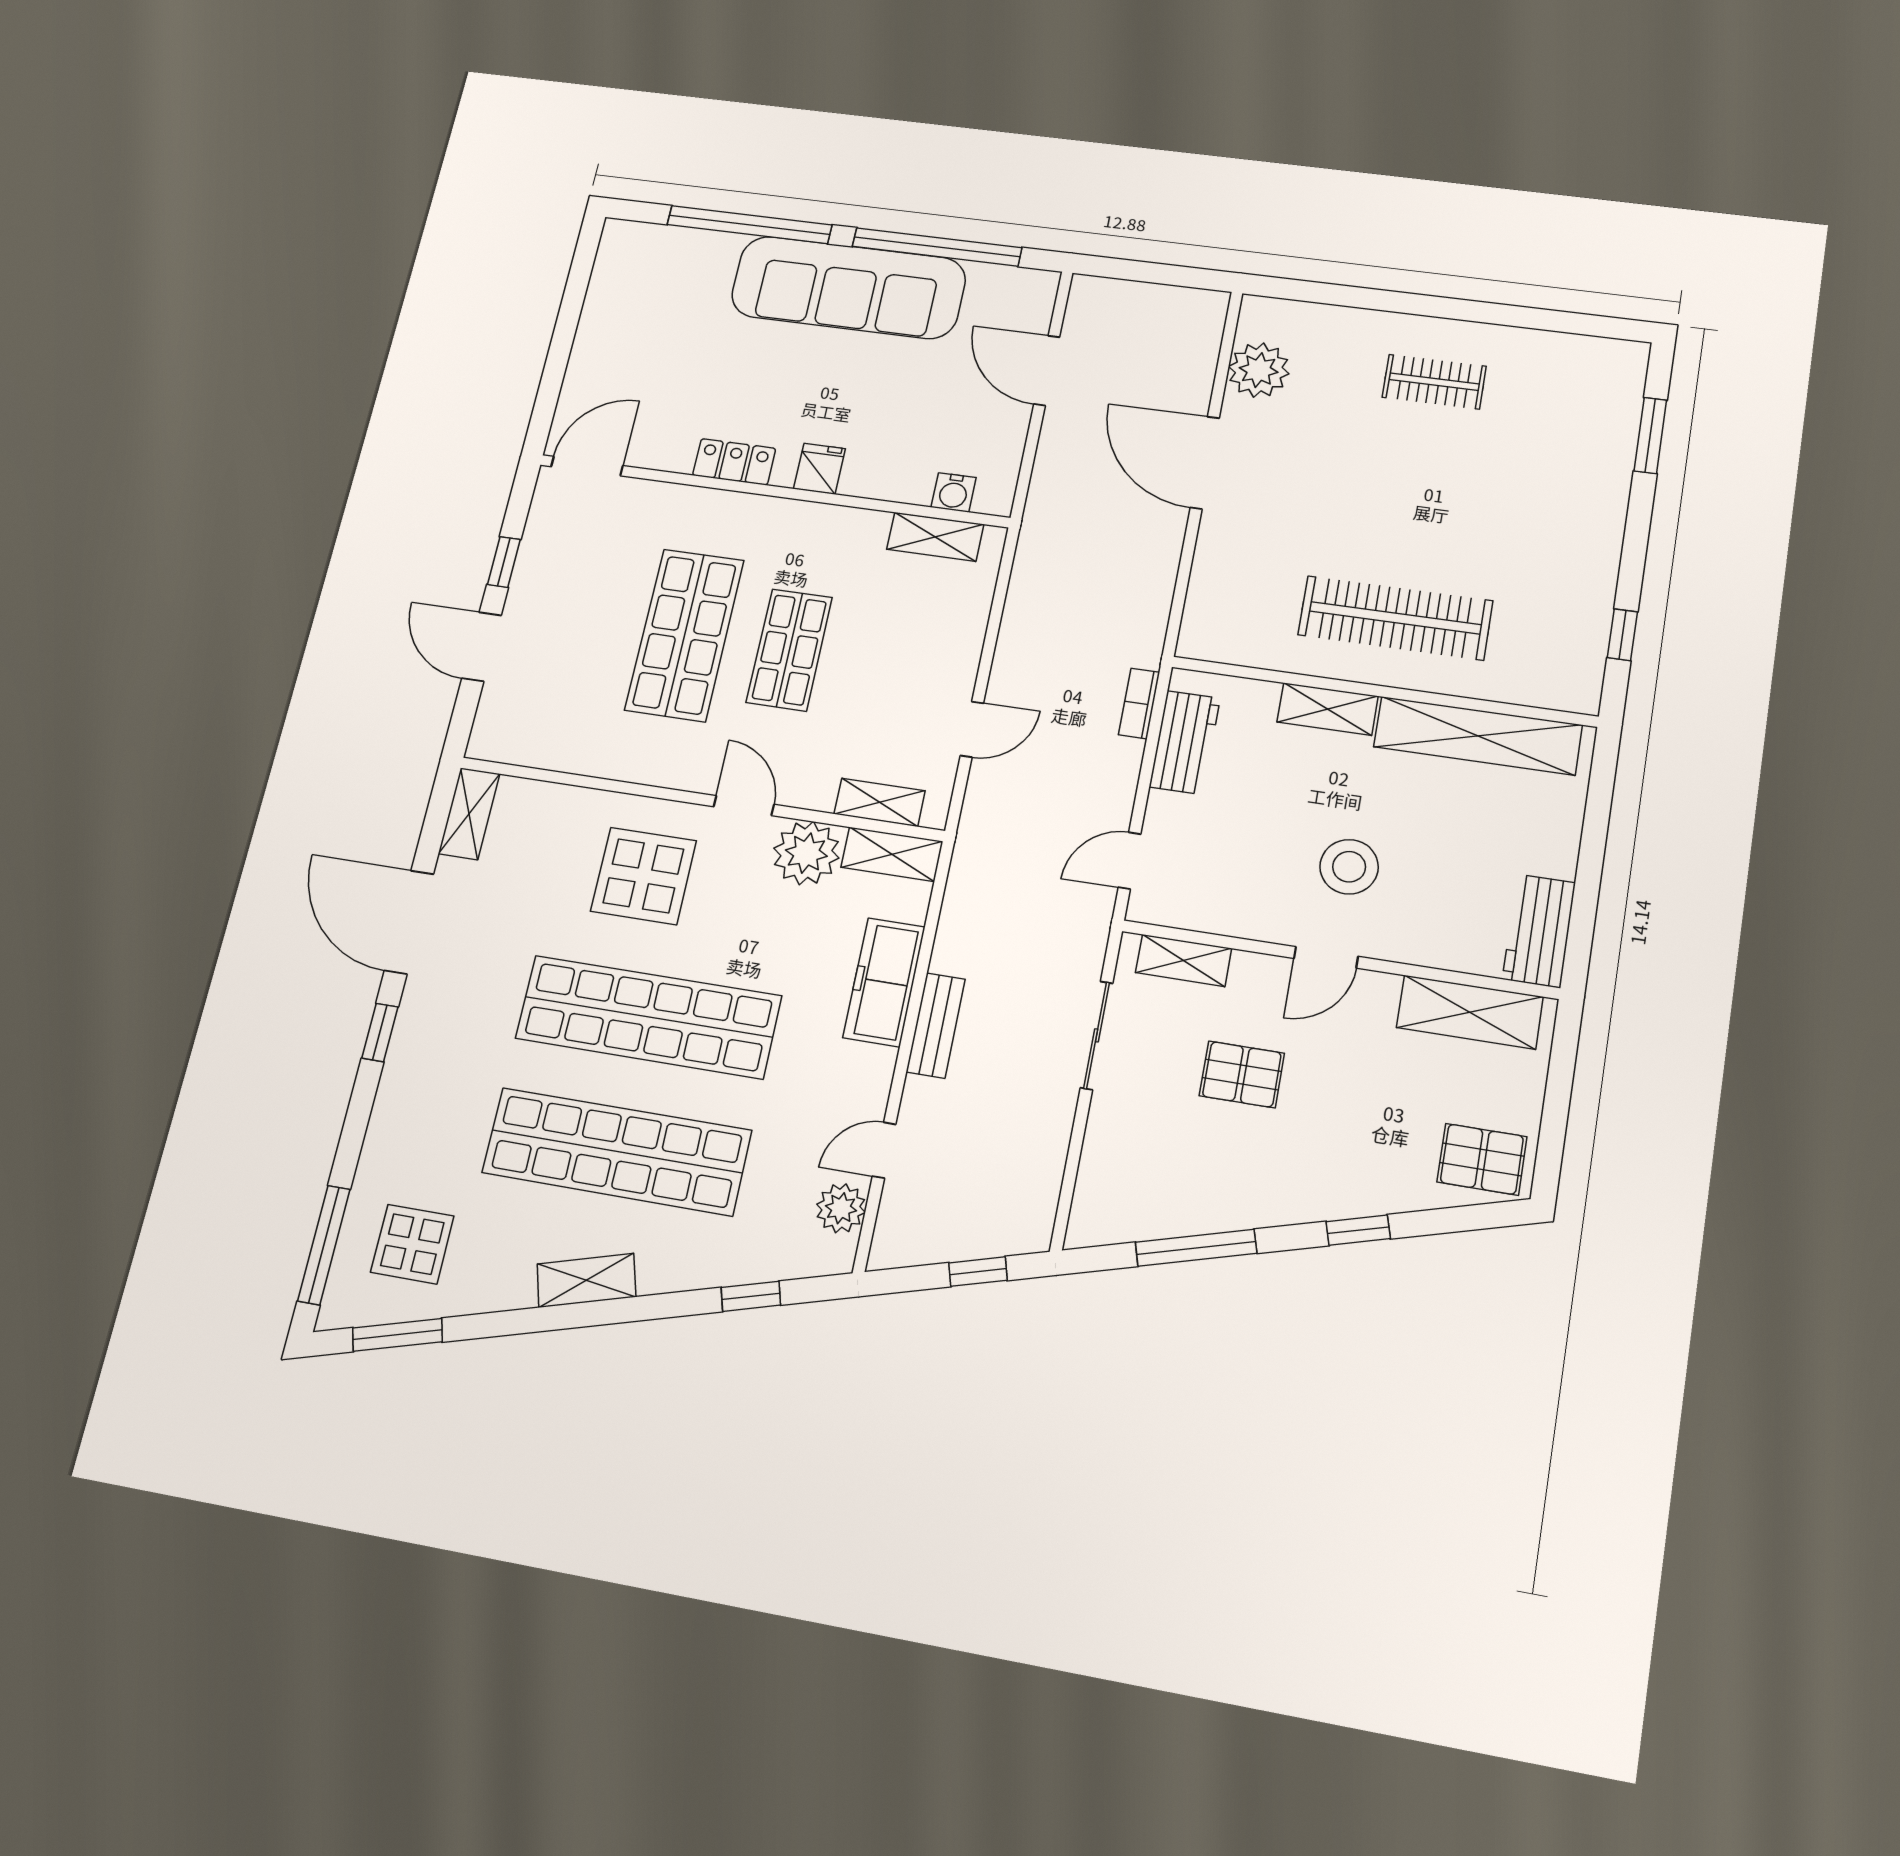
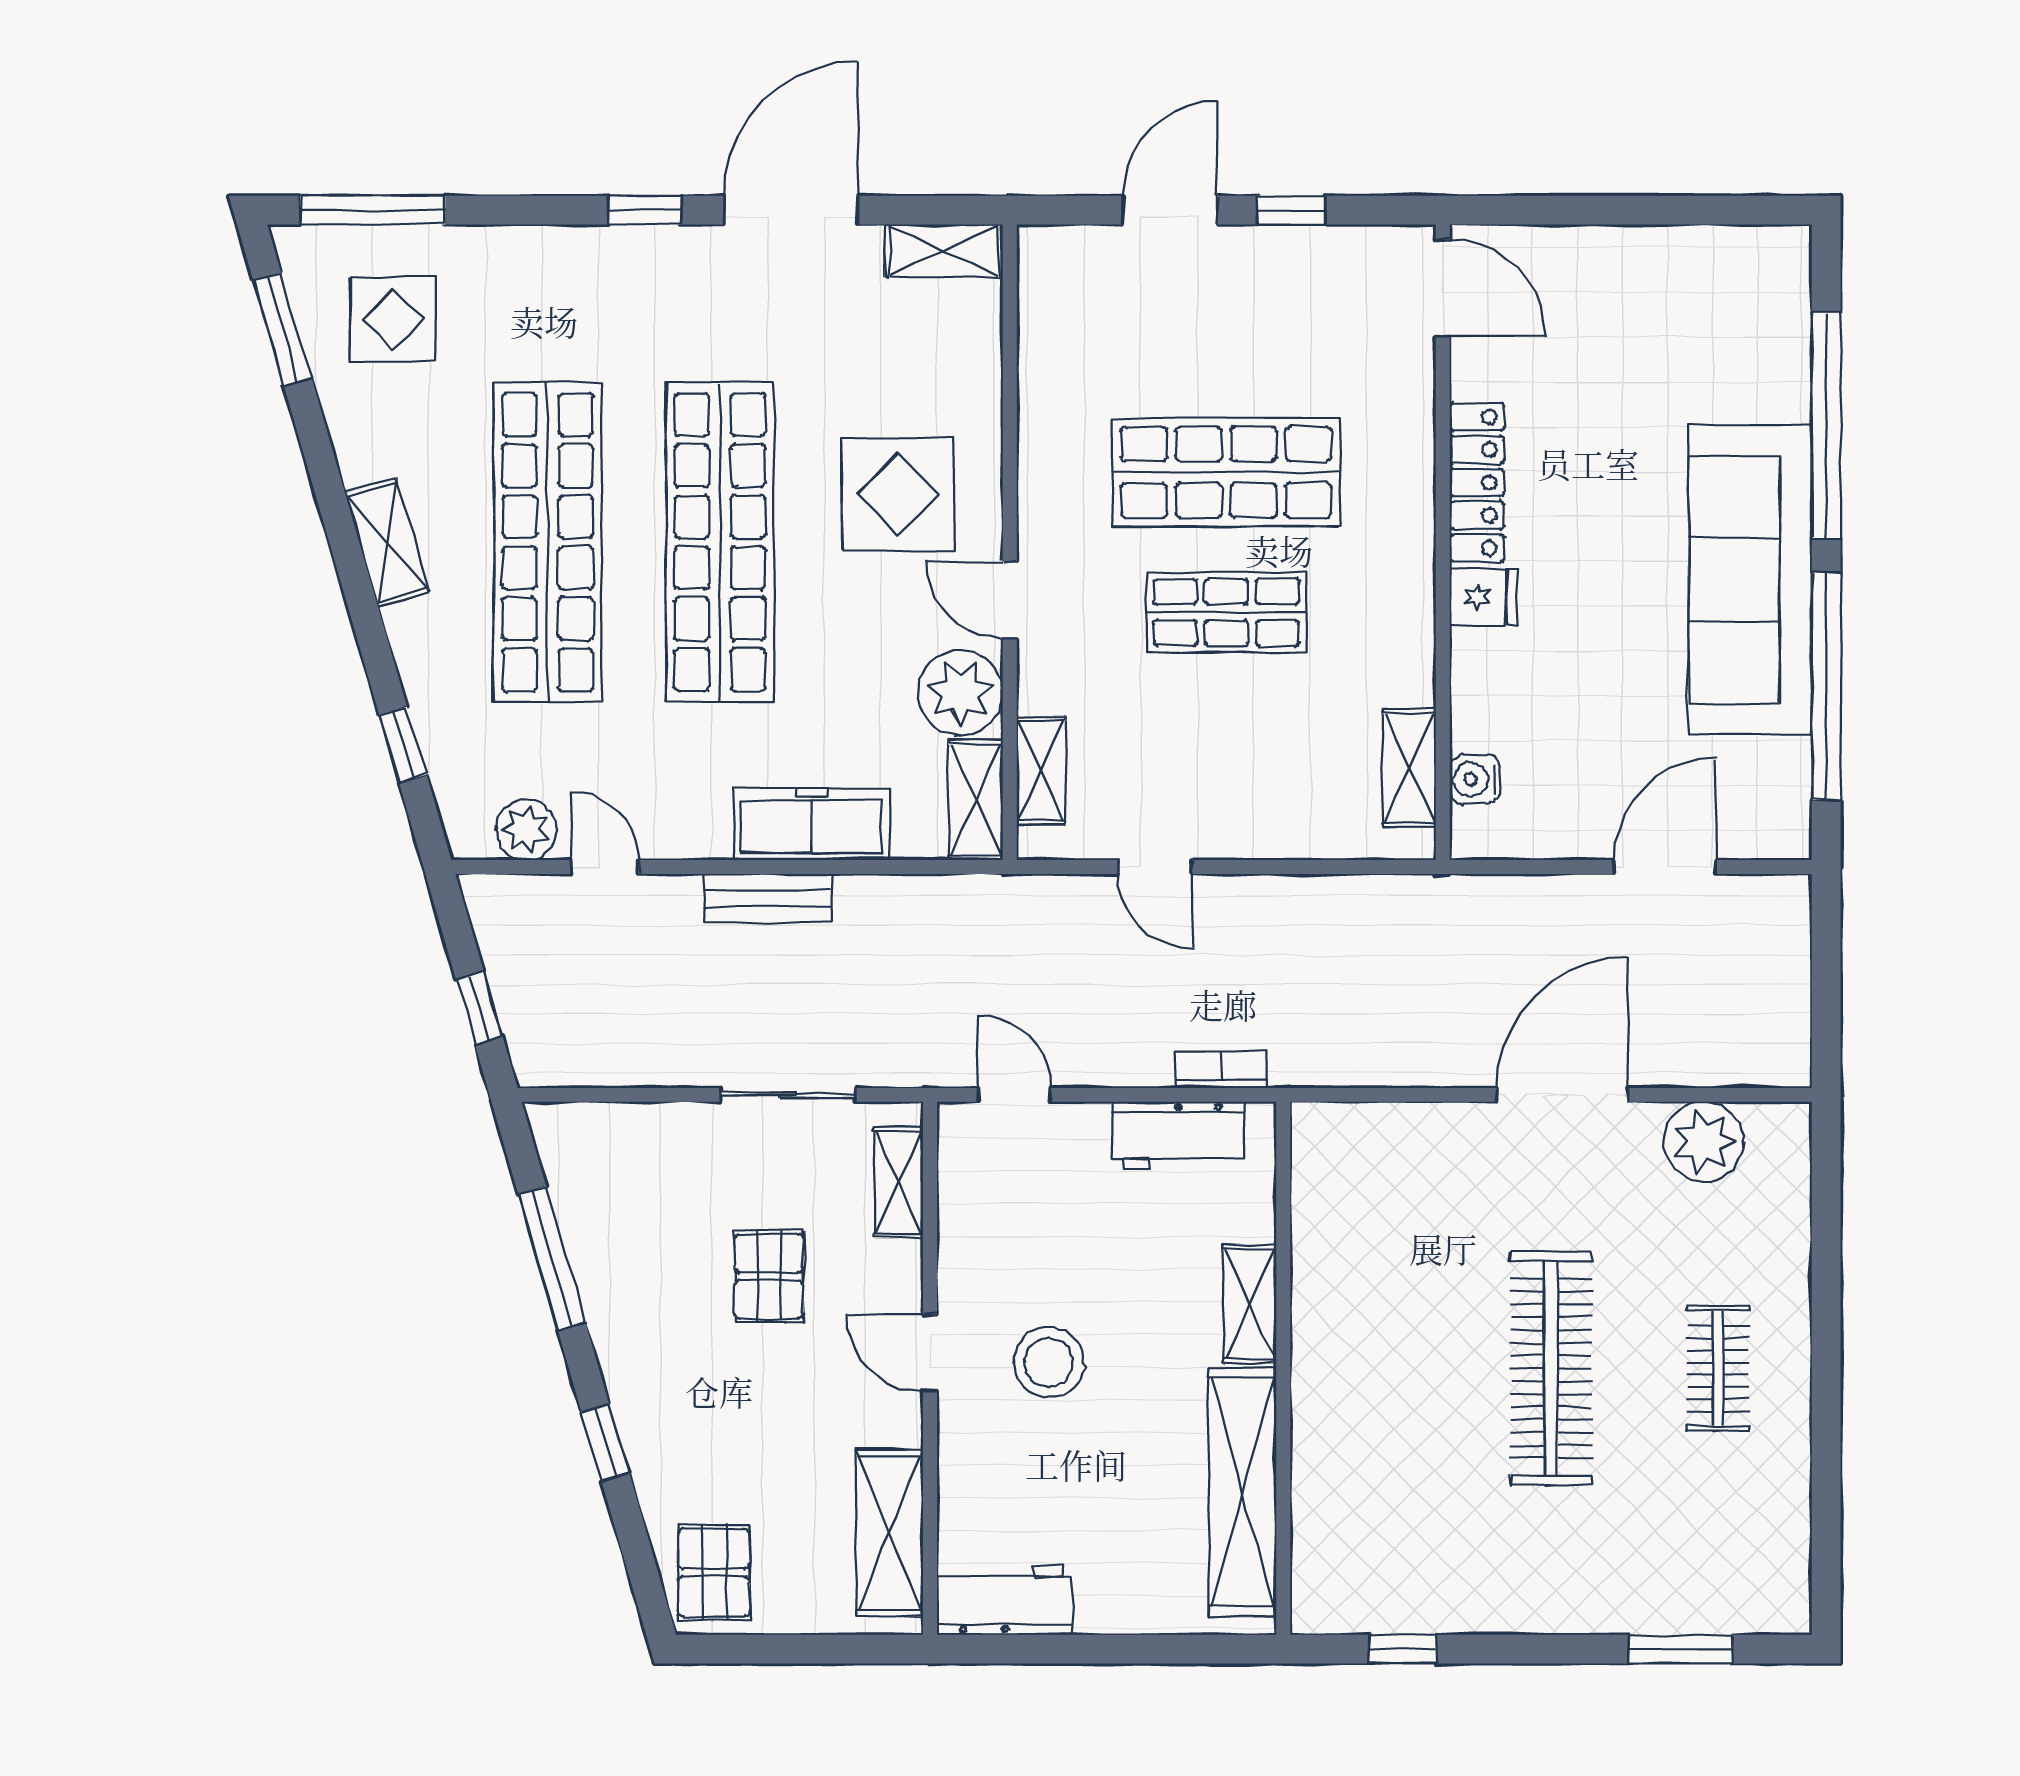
locker: (734, 462) -> (1477, 482), width x1.53
clothes rail: (1395, 618) -> (1551, 1368), moved
door: (744, 806) -> (1010, 600), swing flipped

